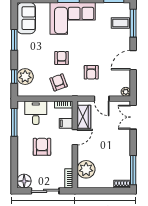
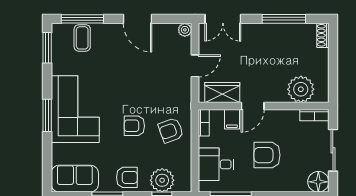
armchair: (91, 72) -> (127, 177), moved
door: (75, 137) -> (253, 106), swing flipped
window: (133, 170) -> (284, 19), moved

